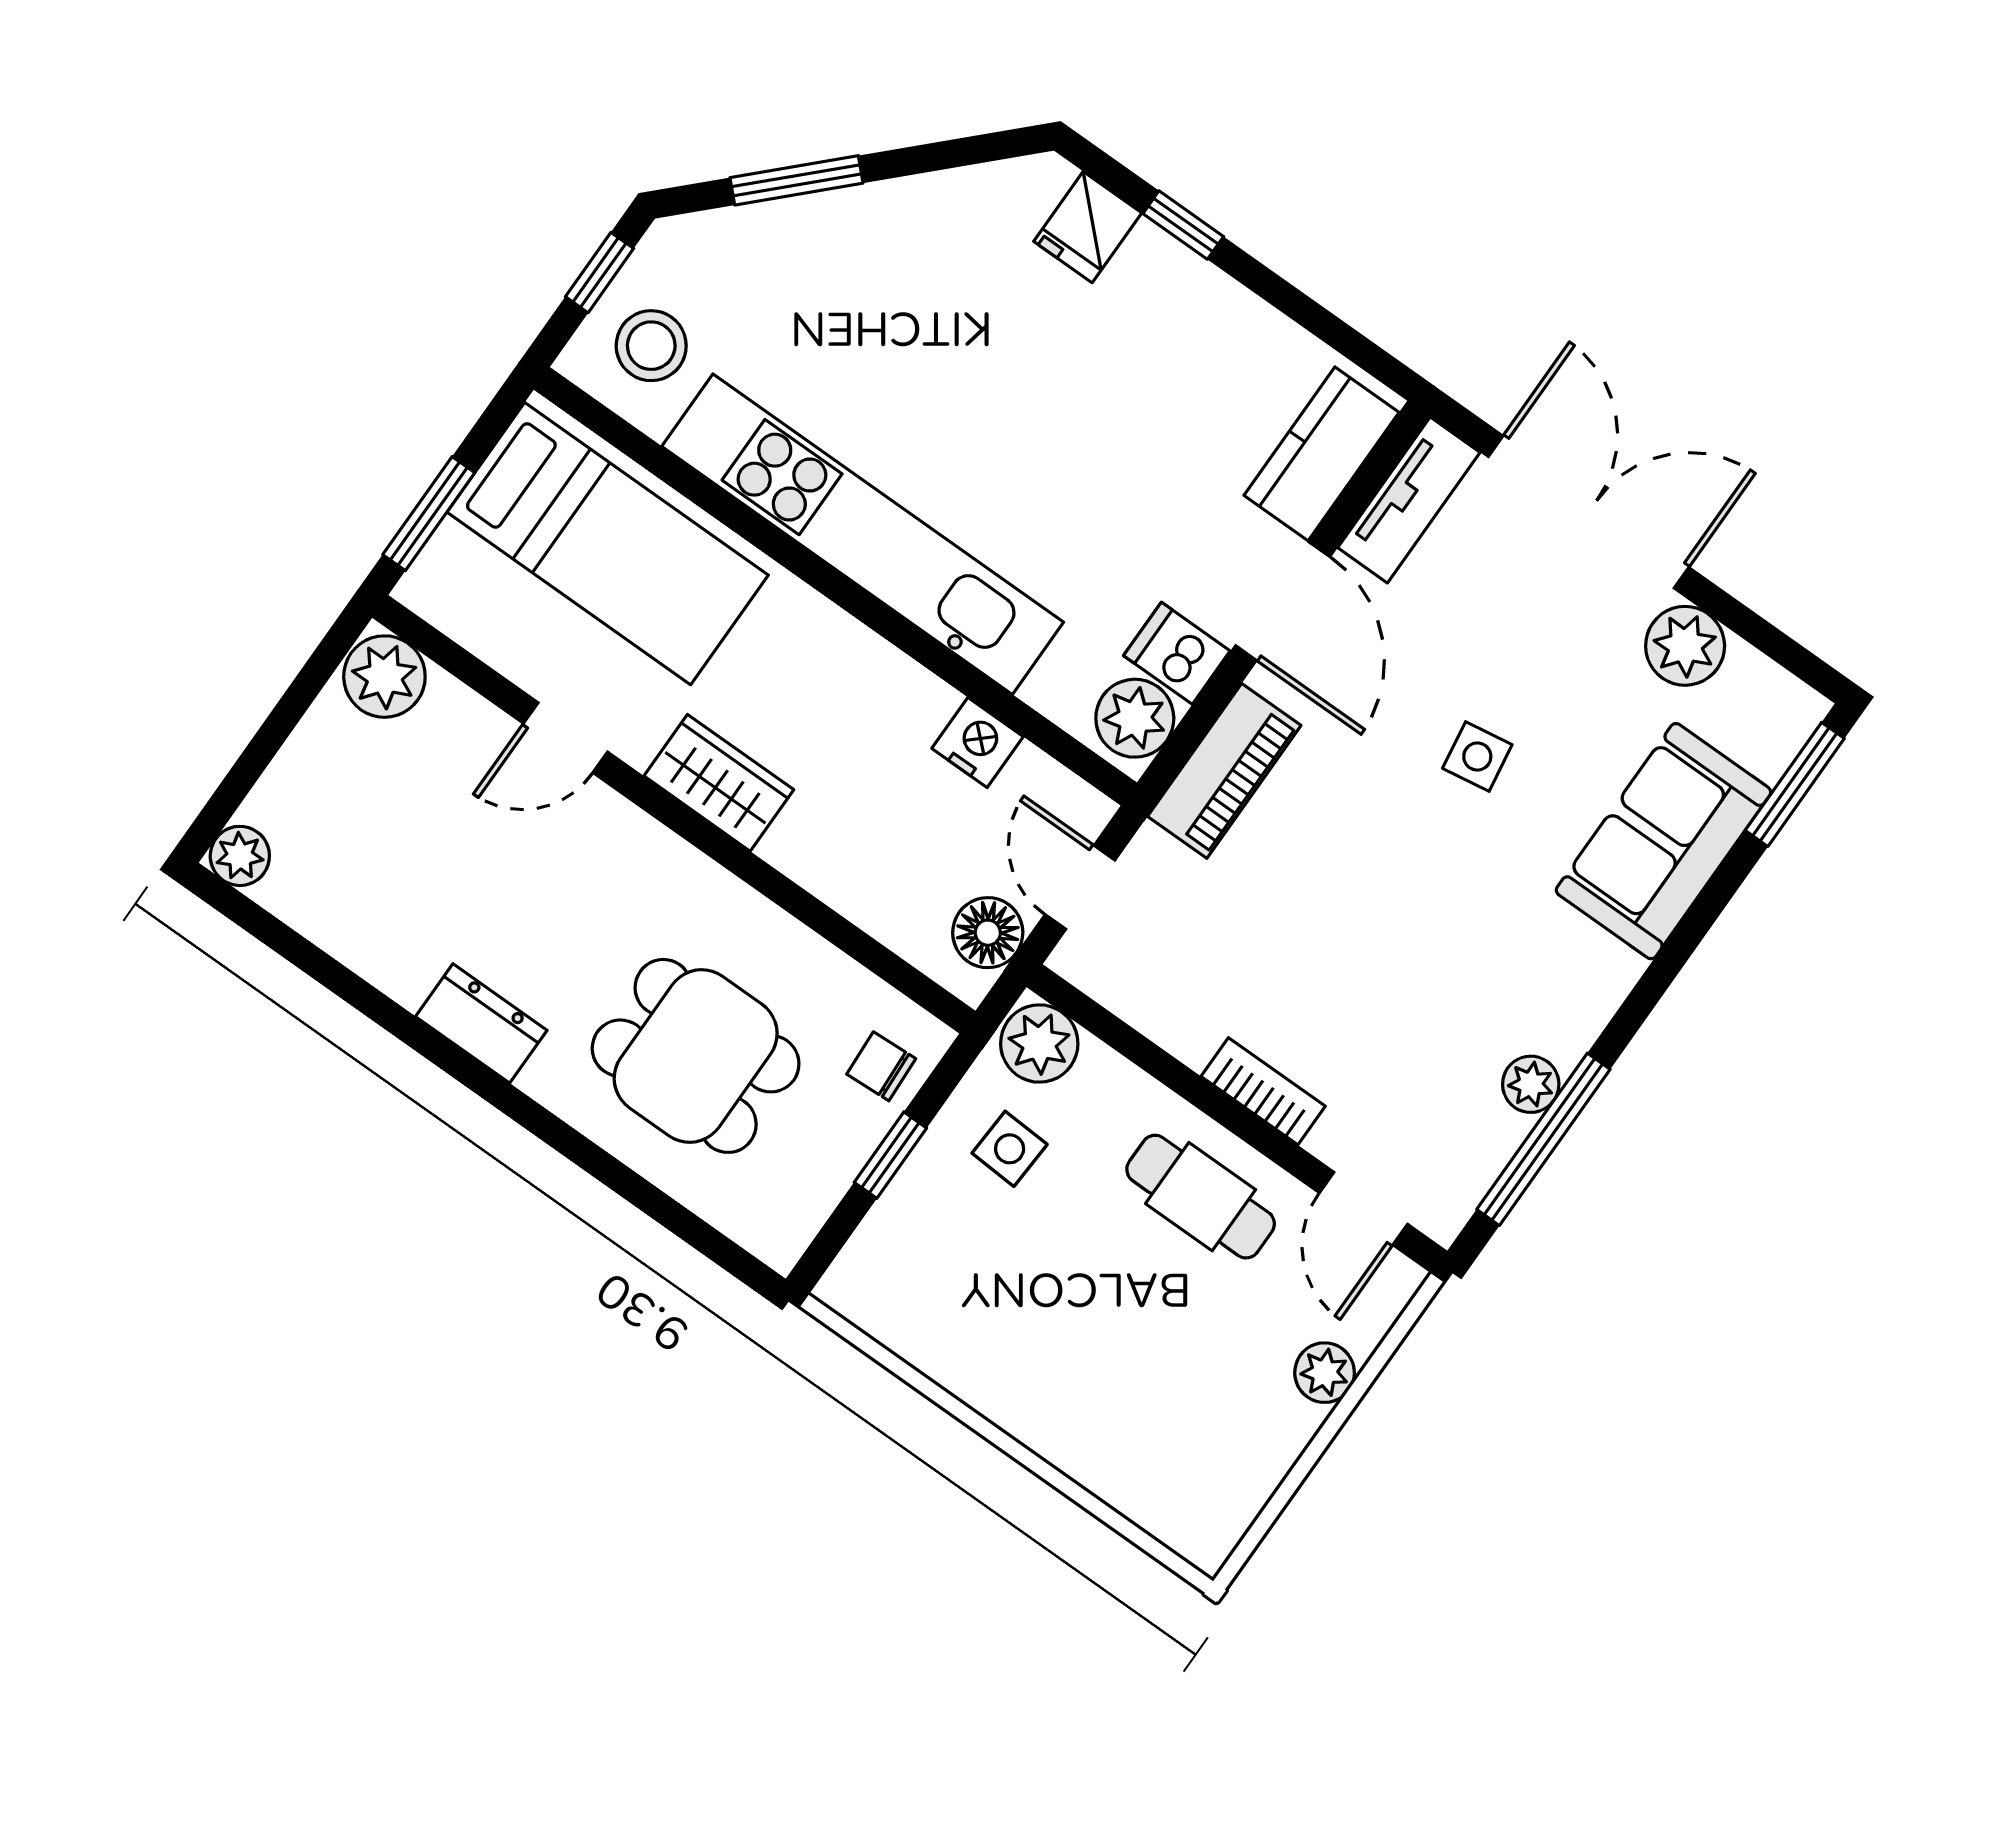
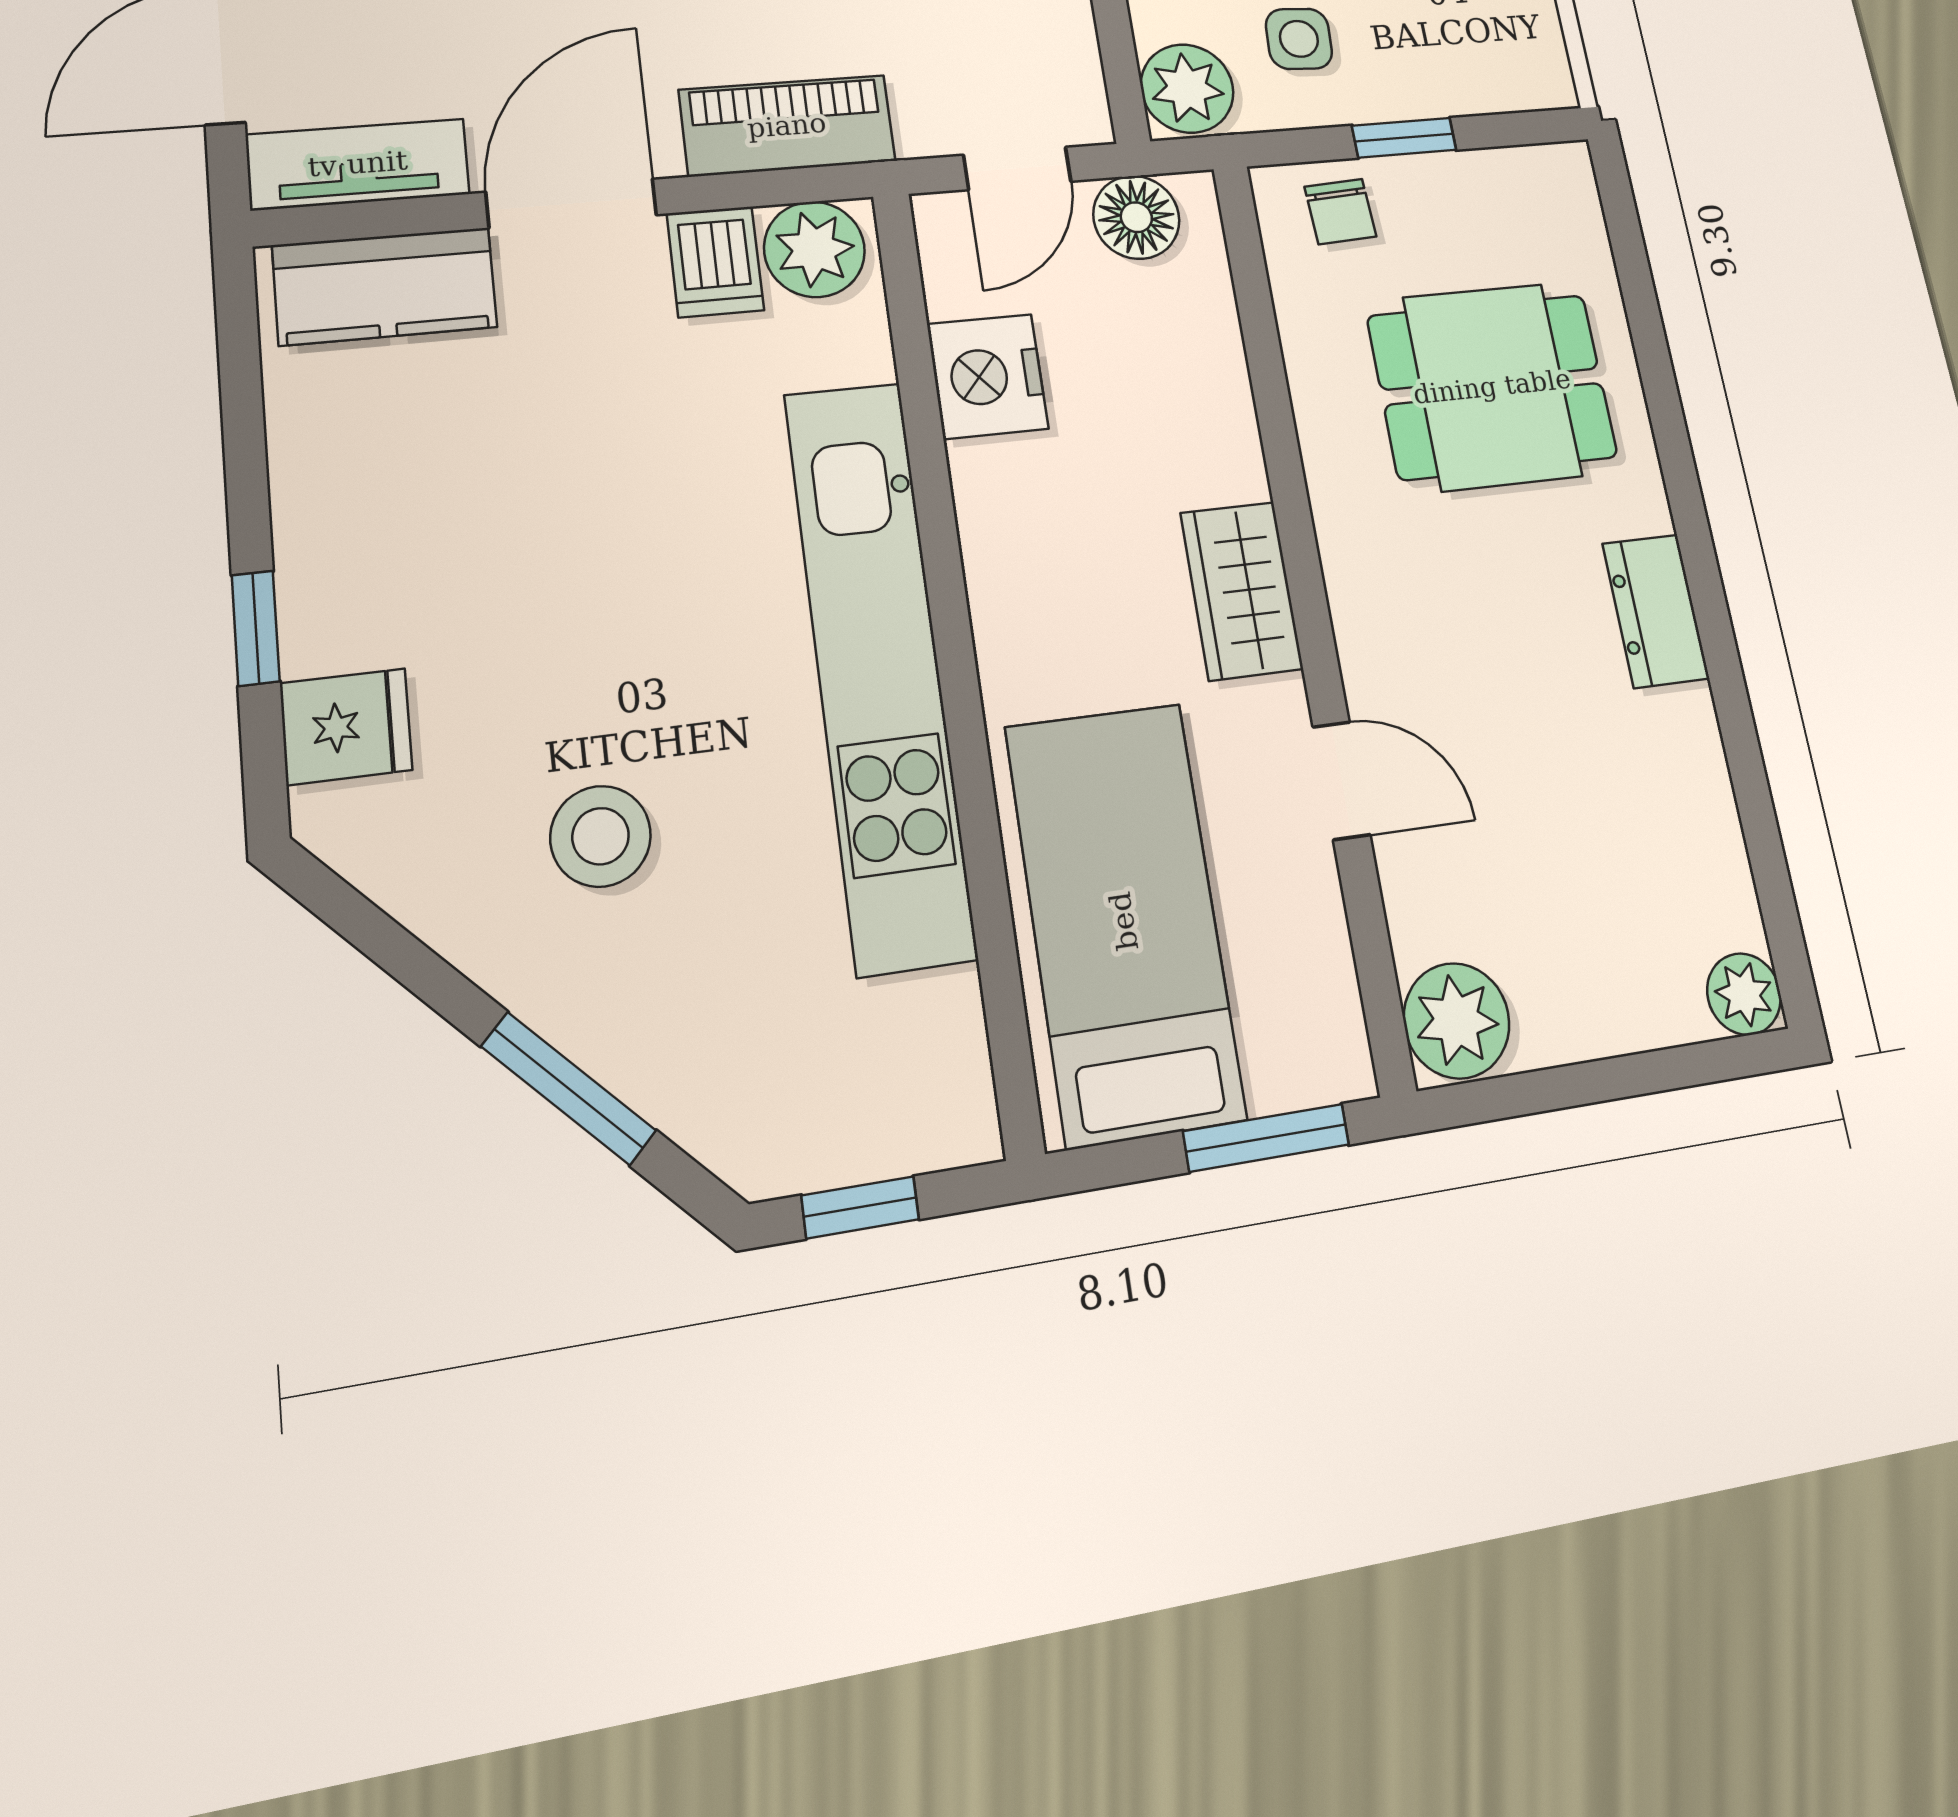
stool: (651, 346) -> (600, 836), moved
nightstand: (978, 742) -> (988, 376), width x1.36, depth x1.33
dining table: (696, 1056) -> (1492, 387), turned 90

